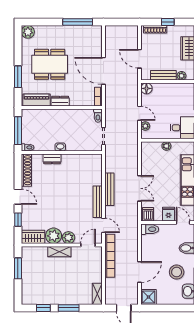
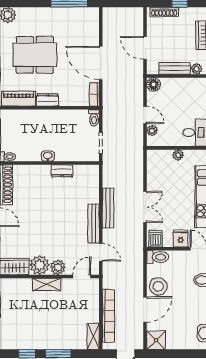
dresser: (52, 159) -> (62, 171), moved
bookcase: (110, 256) -> (108, 316), moved
stool: (177, 272) -> (158, 286), moved

